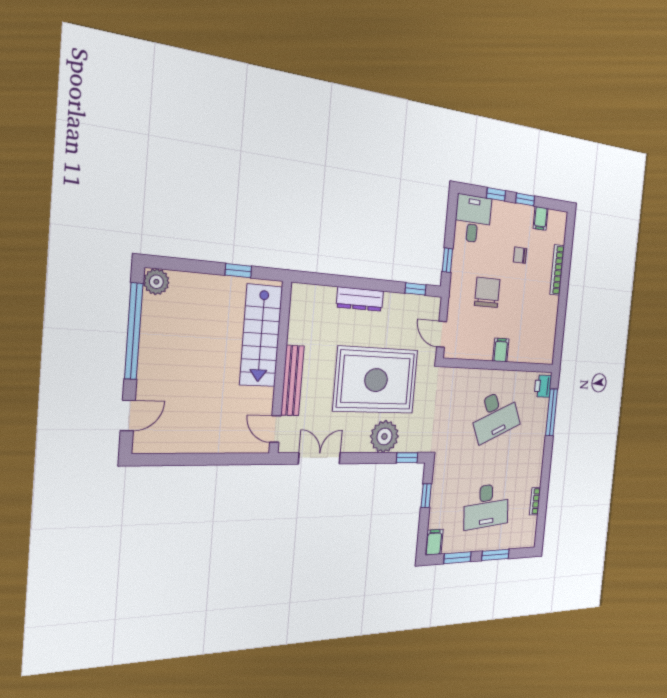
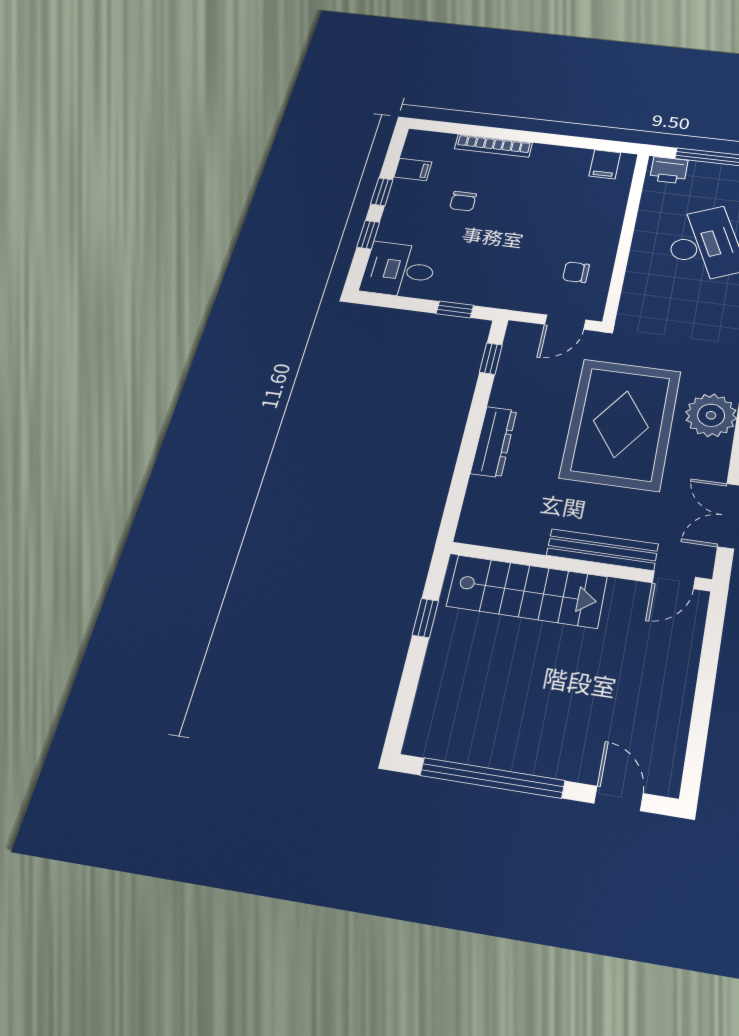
plant: (156, 282) -> (424, 738), removed
chair: (487, 292) -> (576, 272), moved, width x0.54, depth x0.54
filing cabinet: (501, 350) -> (605, 164), moved, turned -90

